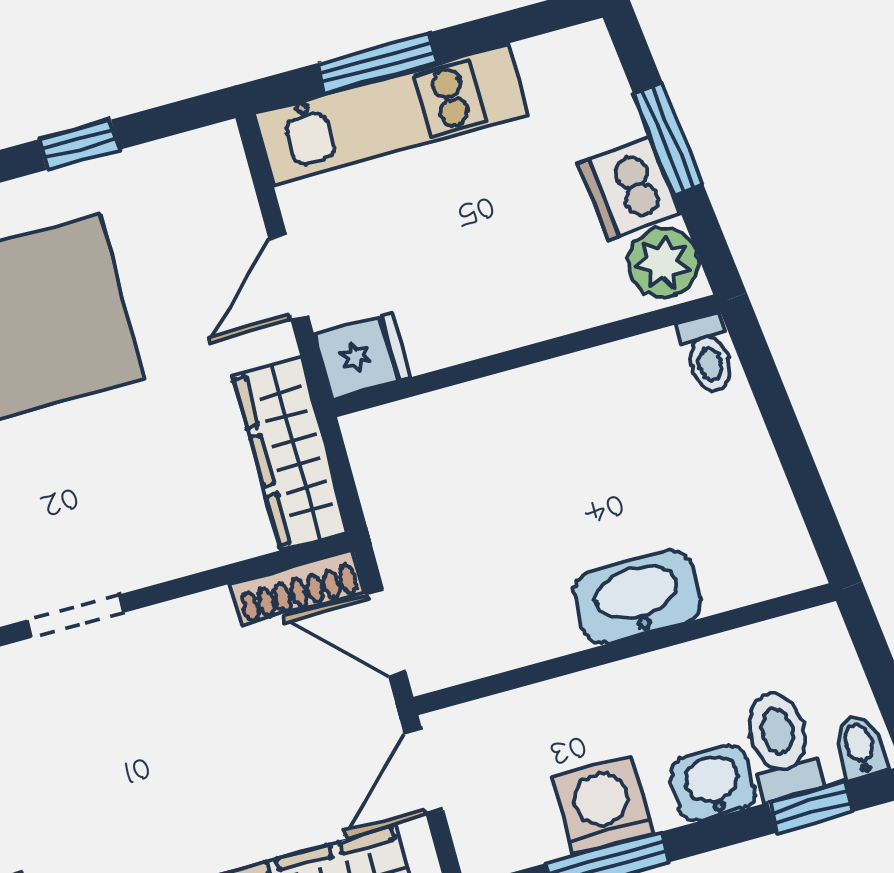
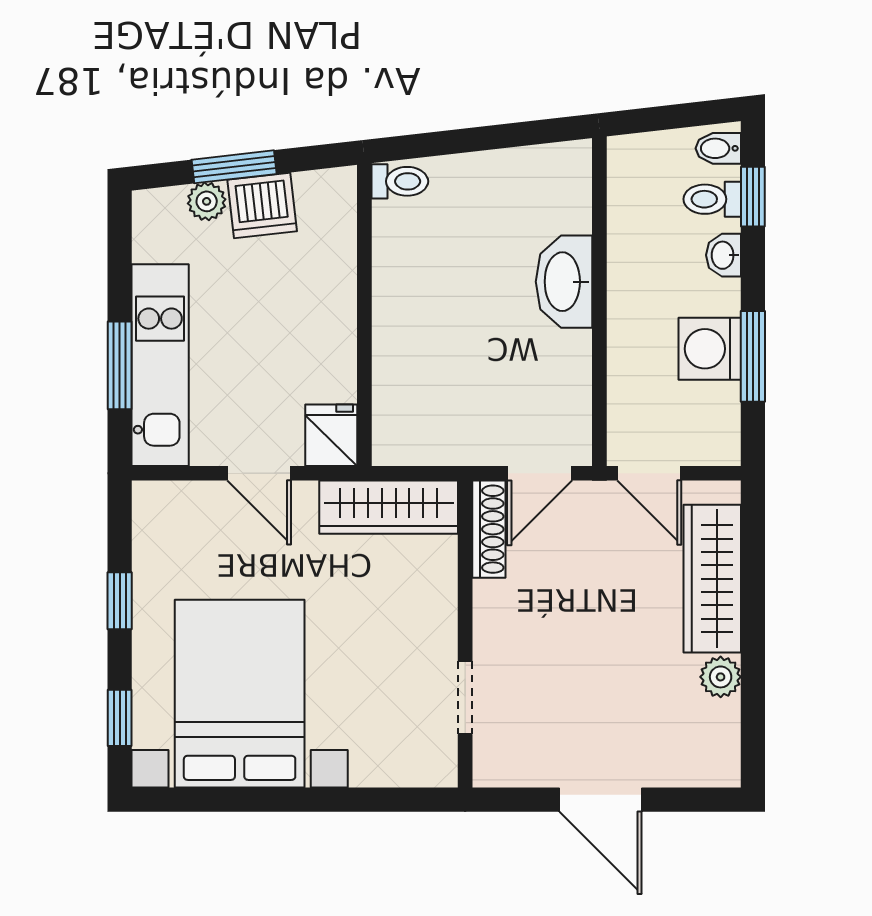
plant: (663, 262) -> (207, 201), moved, width x0.73, depth x0.73
toilet: (781, 745) -> (712, 199), width x0.73, depth x0.72
washbasin: (713, 783) -> (724, 255), width x0.72, depth x0.69

